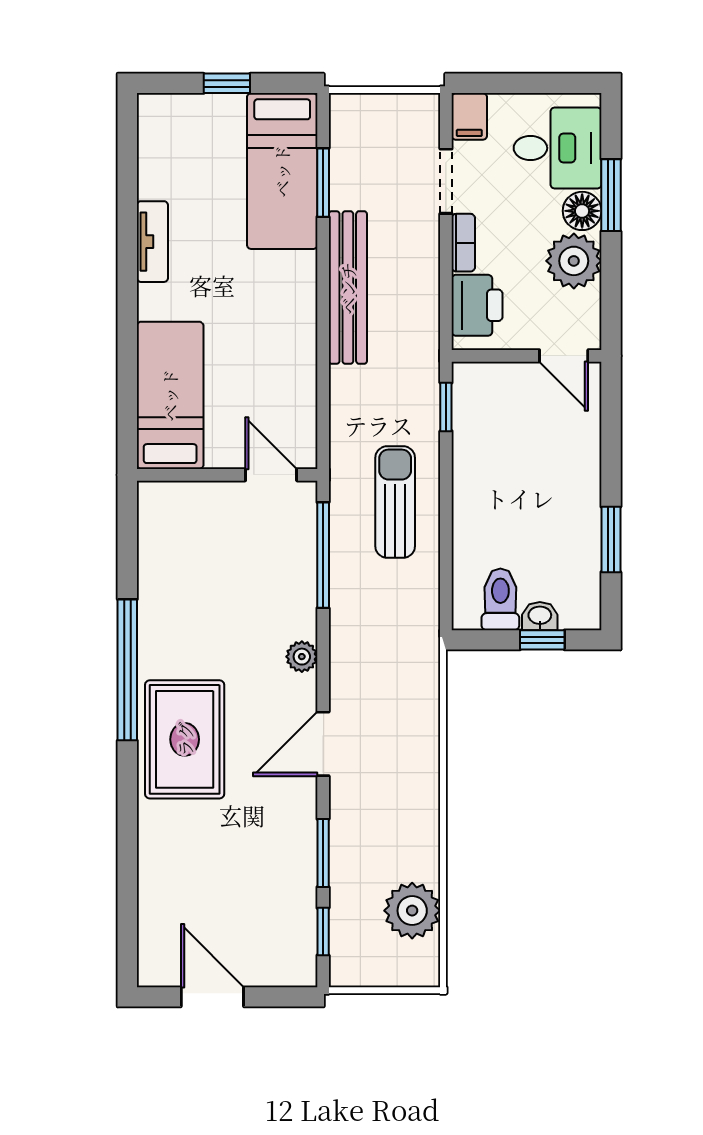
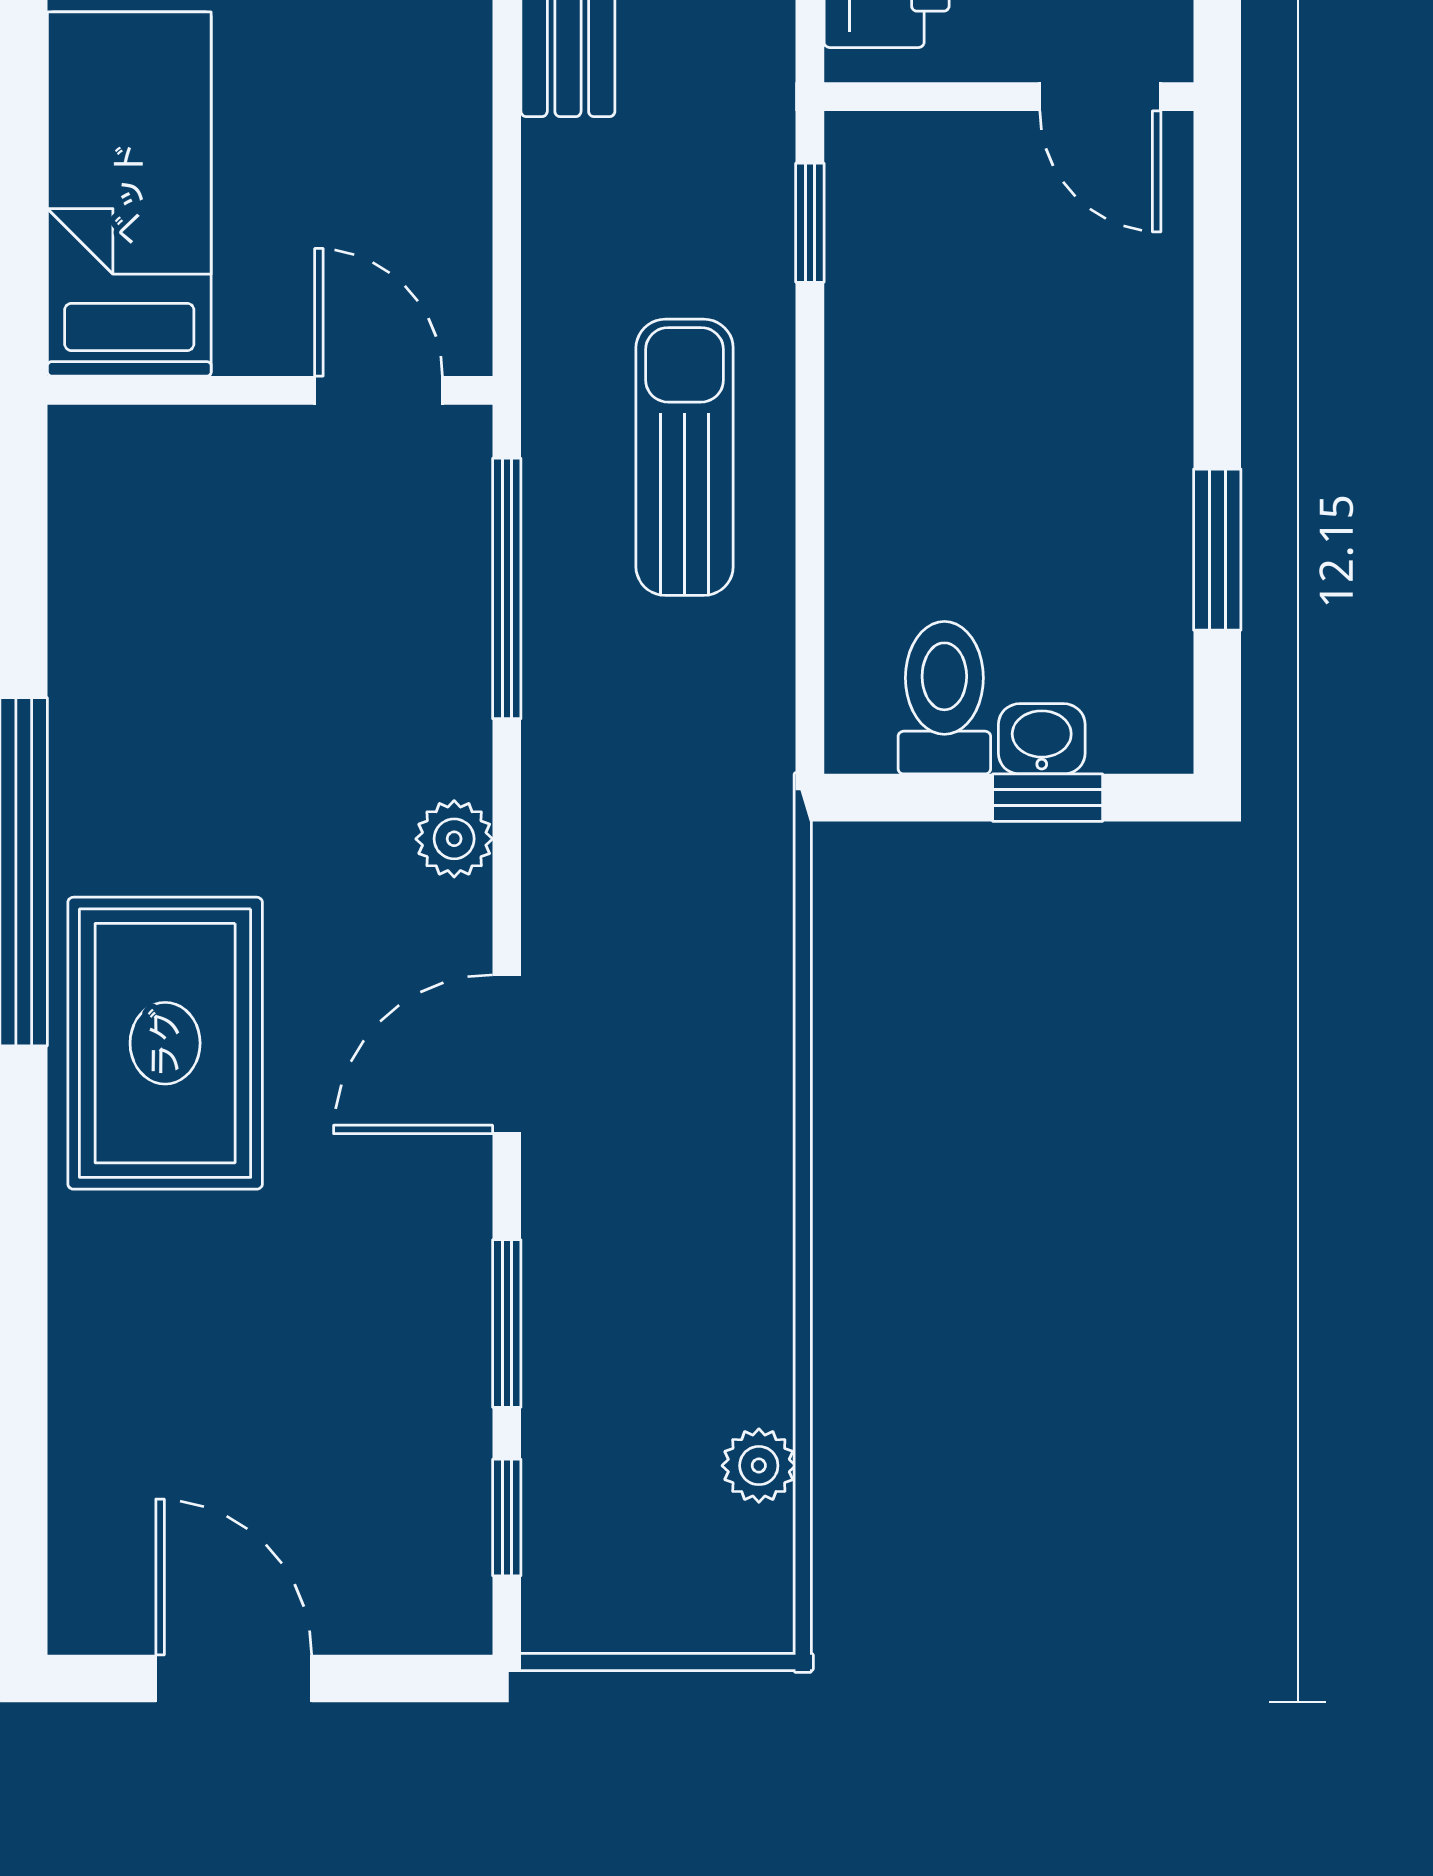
plant: (412, 911) -> (759, 1466), width x0.53, depth x0.53

